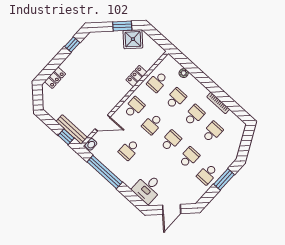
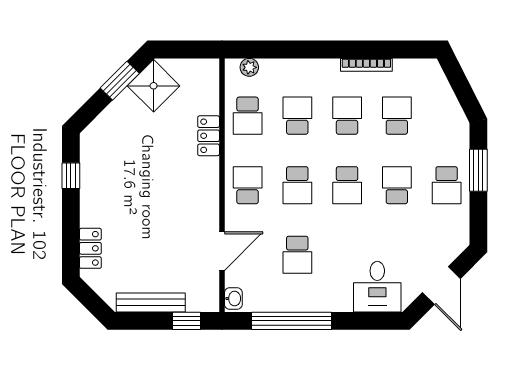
plant: (184, 73) -> (249, 67), moved
bench: (72, 129) -> (151, 302), moved
school desk: (171, 141) -> (347, 185), turned 180

